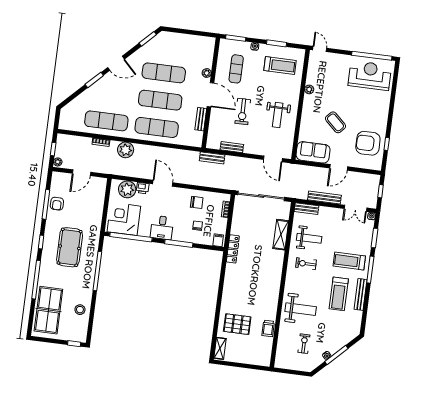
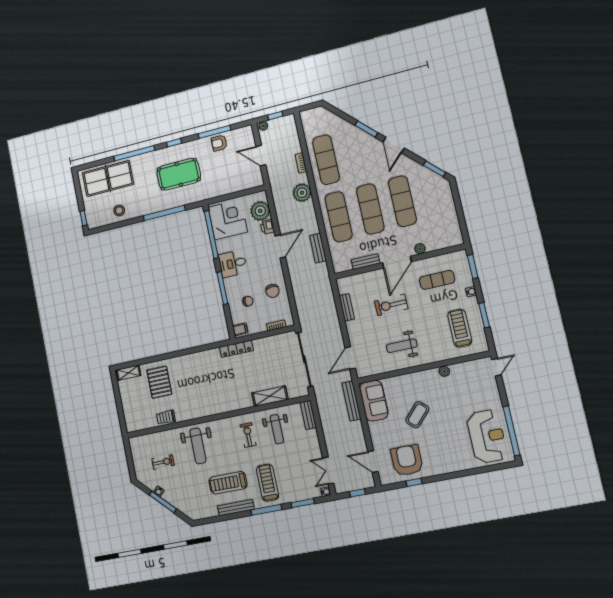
treadmill: (280, 65) -> (460, 328), turned 180
bench: (212, 158) -> (318, 248), moved
door: (339, 167) -> (373, 462), moved
bench: (324, 198) -> (351, 401), moved

